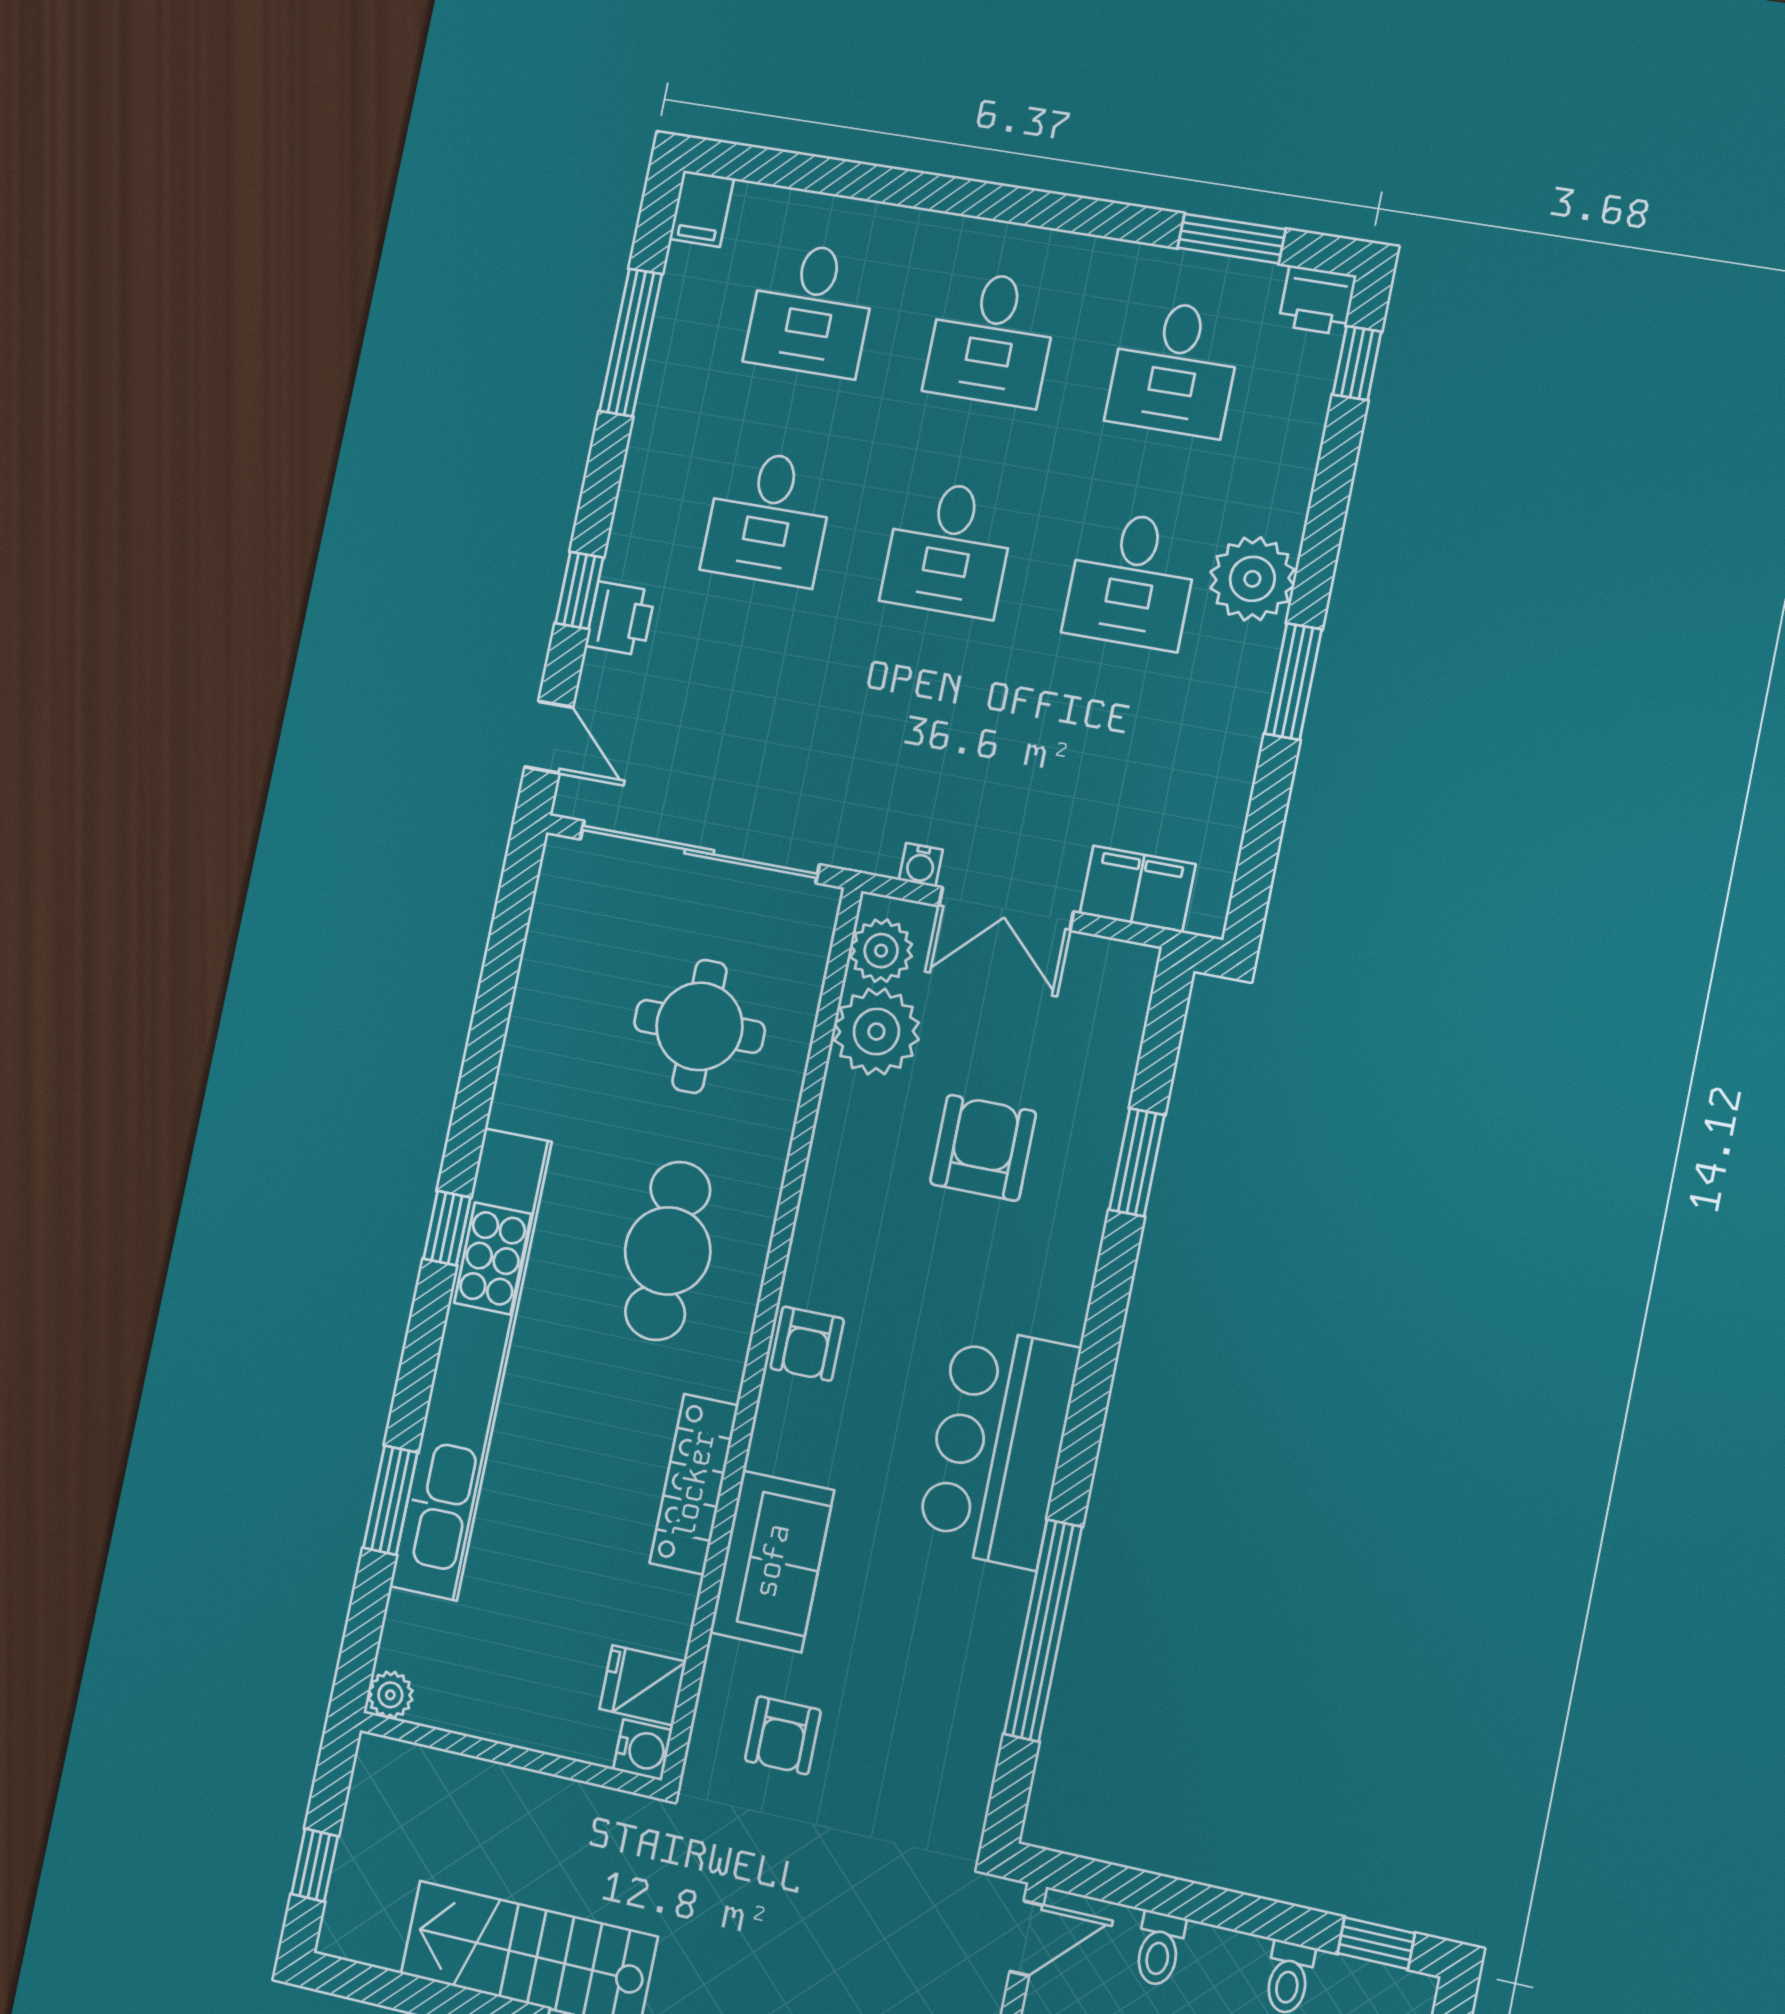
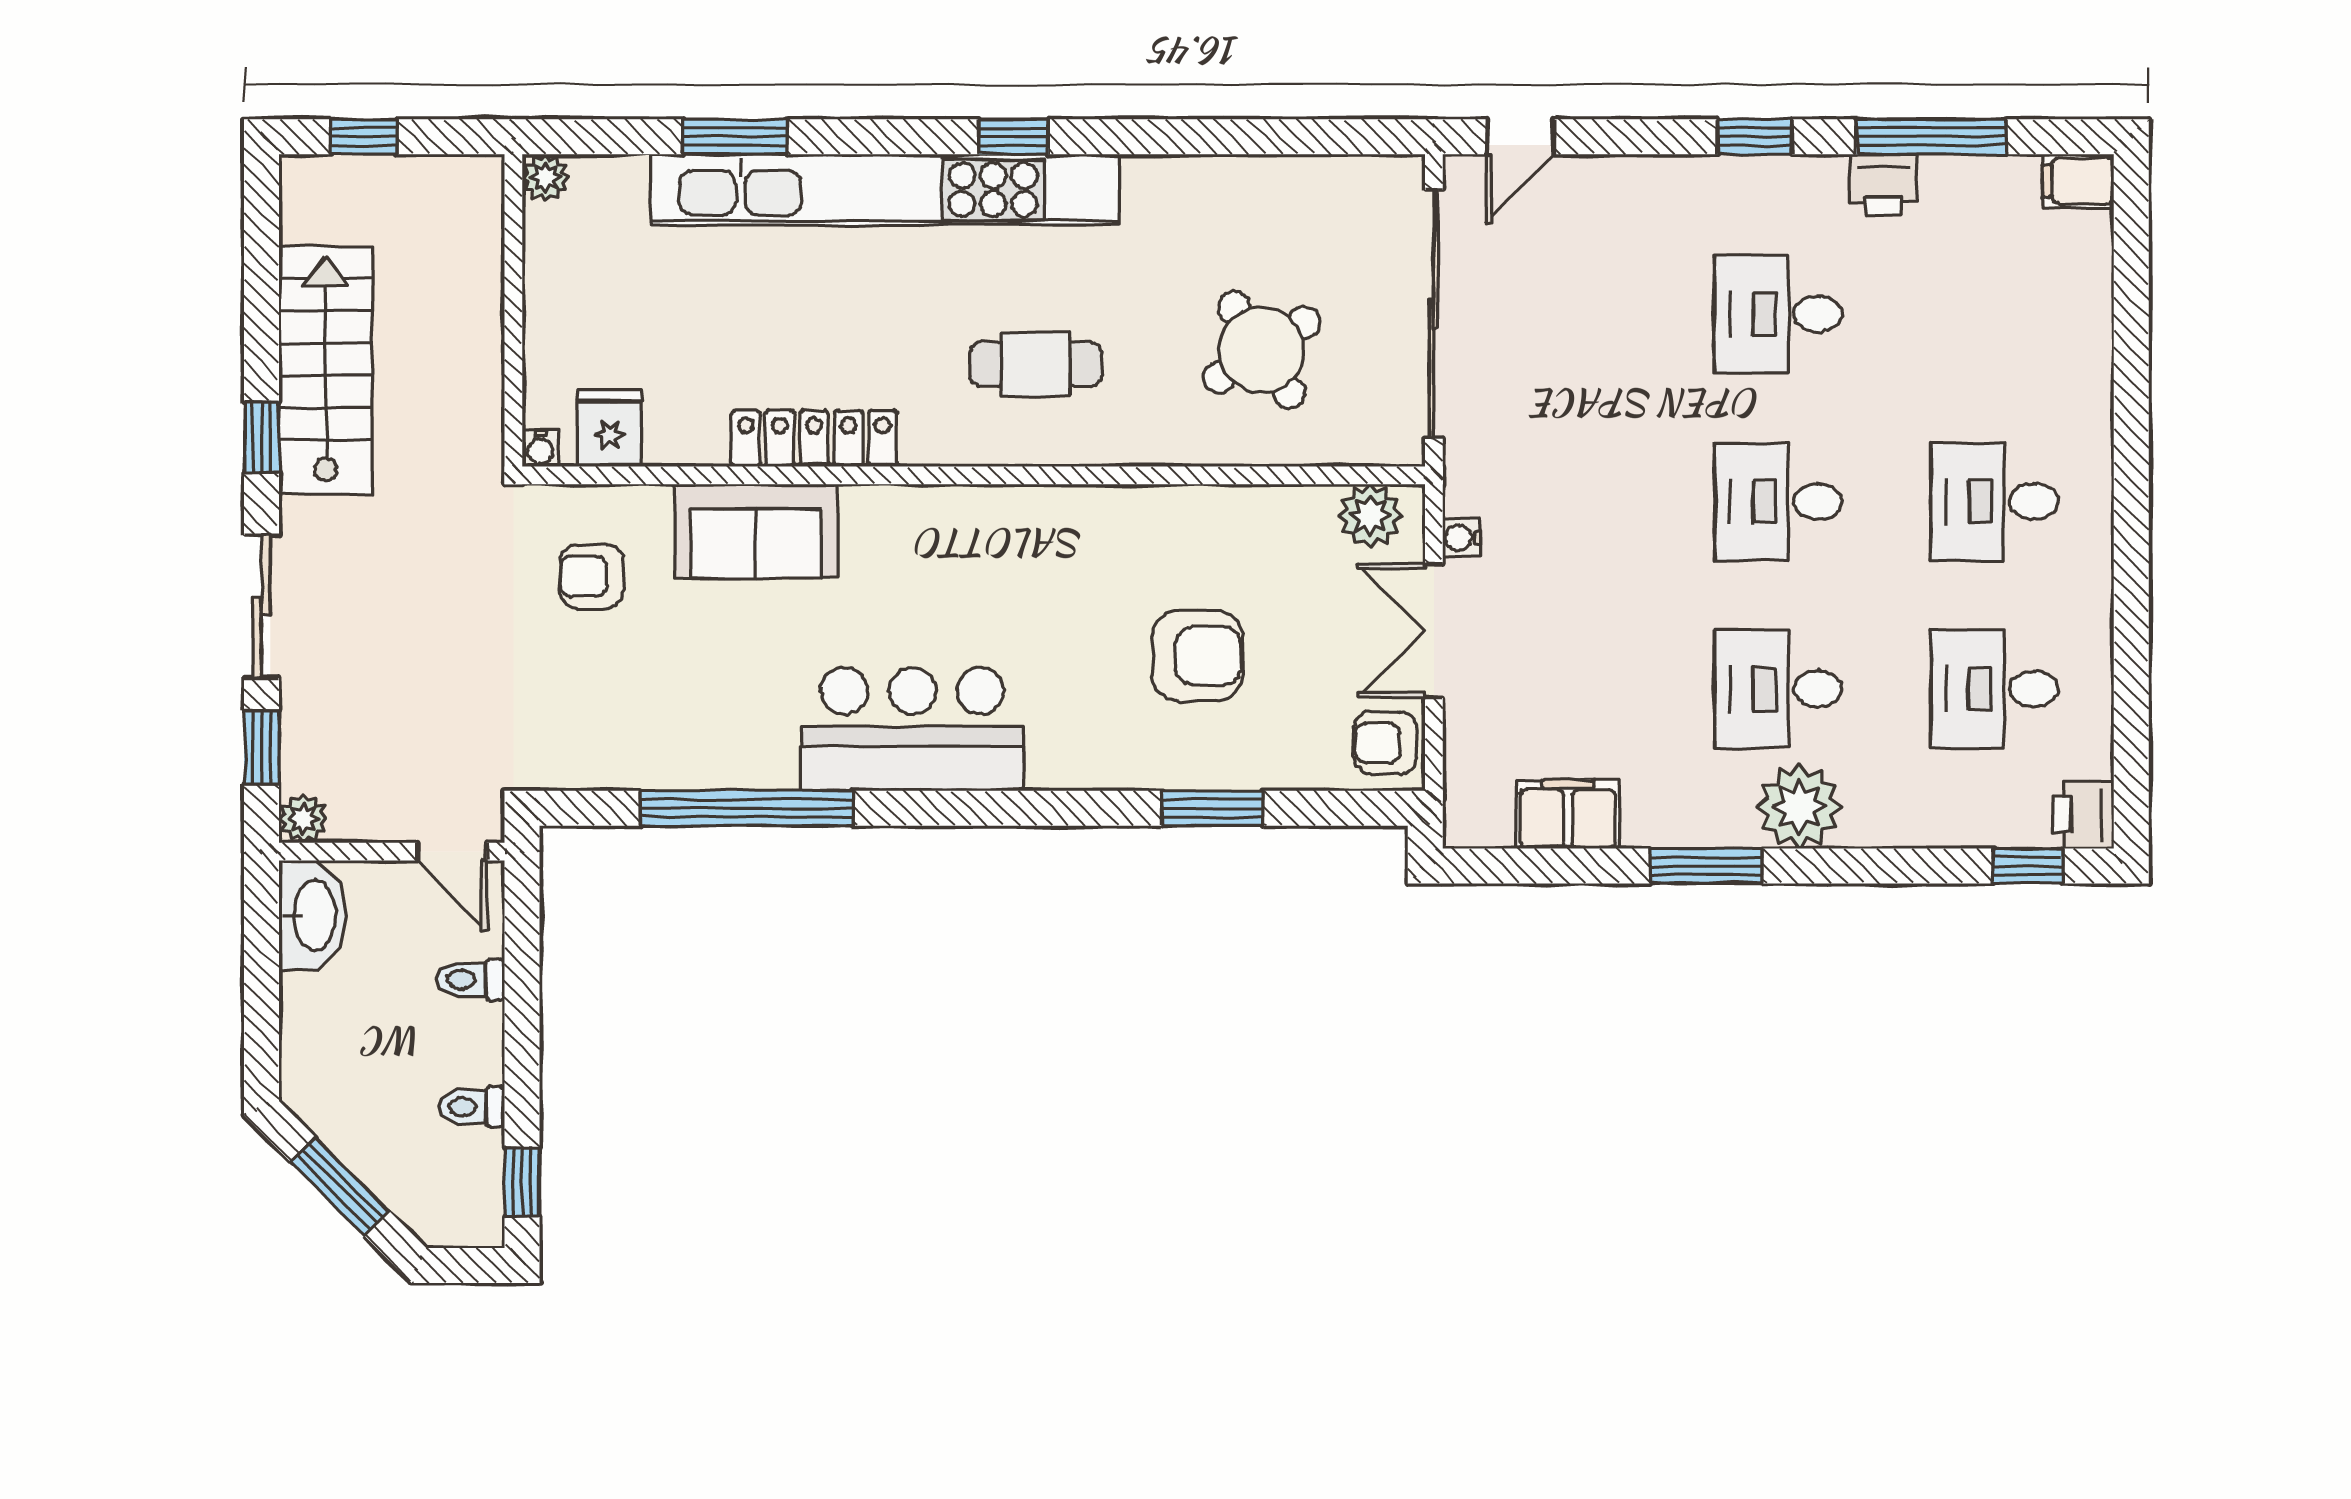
window: (1231, 239) -> (2131, 719), removed
desk: (811, 309) -> (1994, 314), removed
window: (579, 590) -> (1755, 137), moved
printer: (620, 619) -> (1883, 185), moved
filing cabinet: (1138, 889) -> (1568, 814), moved, turned -90
round table: (699, 1026) -> (1262, 350), turned -33
plant: (876, 1032) -> (1290, 528), removed
cafe table: (668, 1251) -> (1036, 364), width x0.73, depth x0.74
armchair: (807, 1344) -> (1385, 743), moved
water cooler: (643, 1750) -> (540, 448), width x0.72, depth x0.72

